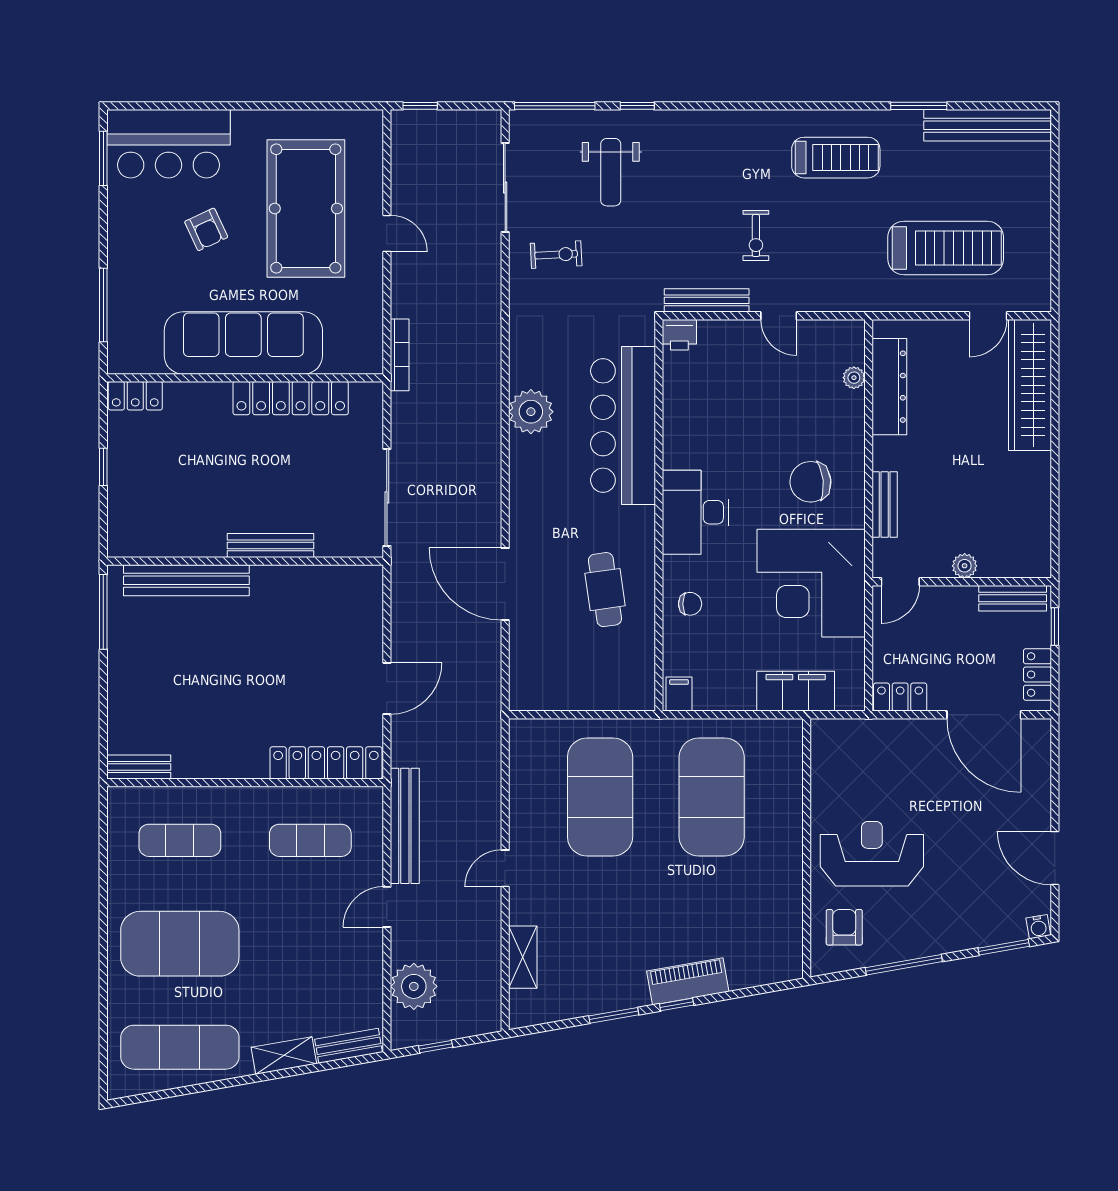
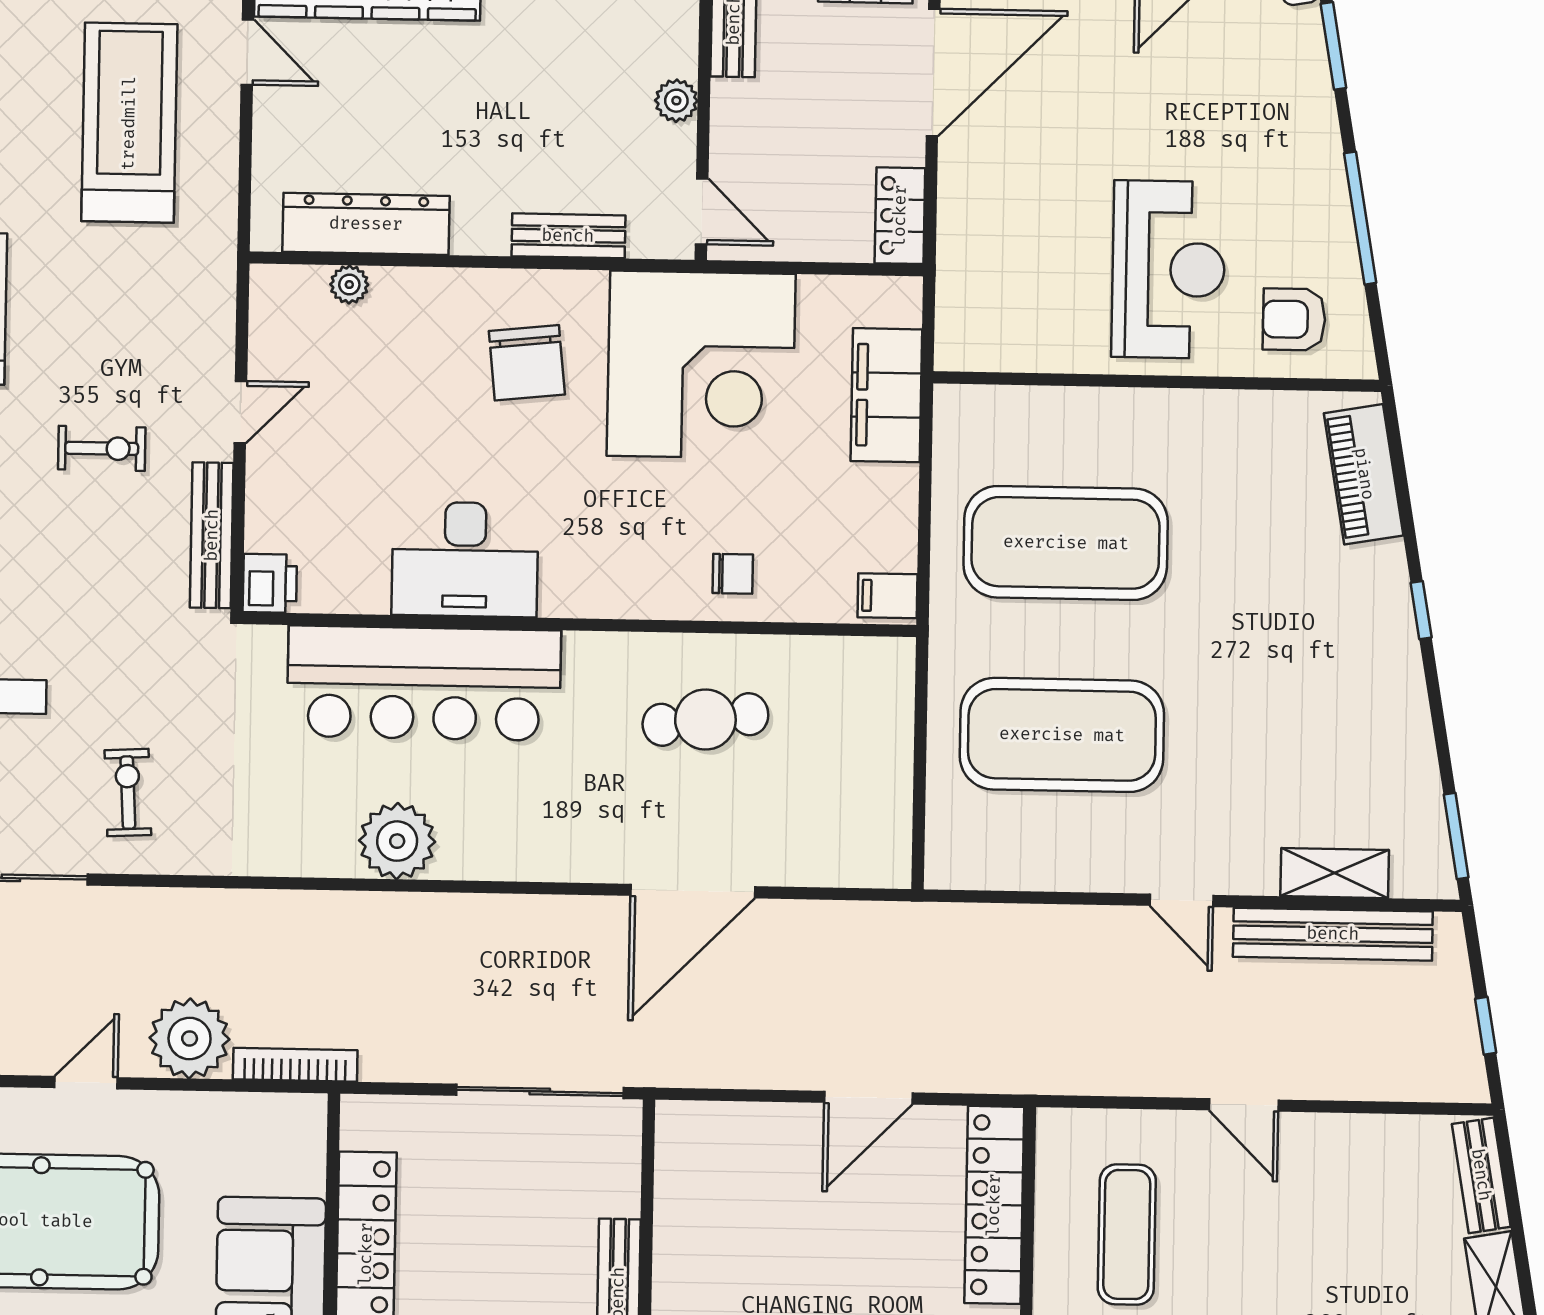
desk: (695, 512) -> (465, 559), moved
chair: (690, 604) -> (733, 574), turned 90
door: (387, 689) -> (868, 1098), swing flipped
bench: (405, 826) -> (1333, 934), moved
reception desk: (872, 854) -> (1168, 269), turned 180
piano: (688, 981) -> (1364, 474), moved
plant: (414, 986) -> (190, 1038), moved
window: (614, 1015) -> (1456, 836), moved

